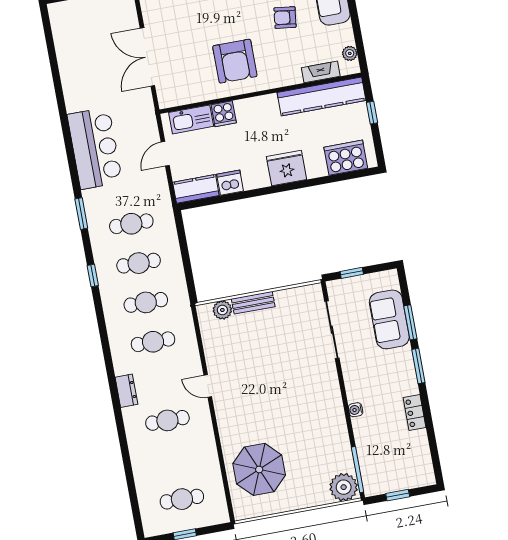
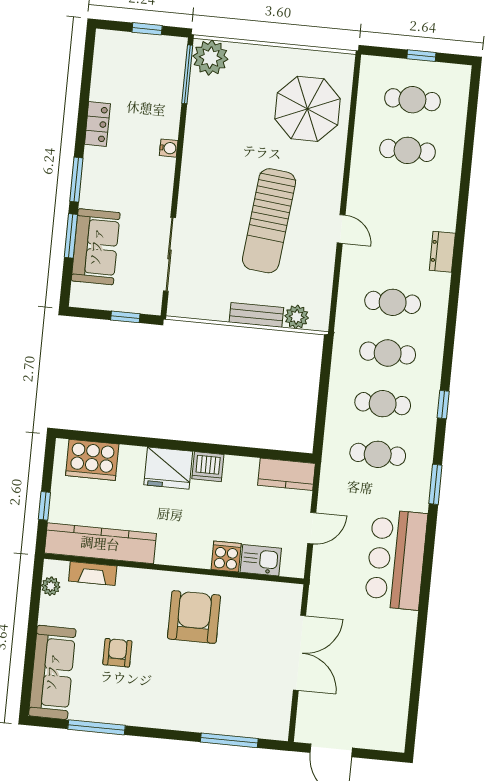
armchair: (285, 18) -> (117, 653), turned -97
kitchen sink: (191, 119) -> (261, 560), width x0.73
dishwasher: (230, 183) -> (208, 467), moved
sun lounger: (264, 377) -> (269, 221), added
cafe table: (167, 420) -> (408, 150), moved

